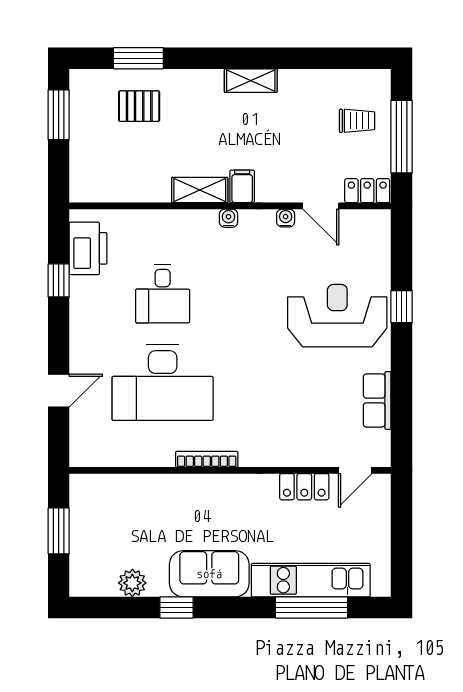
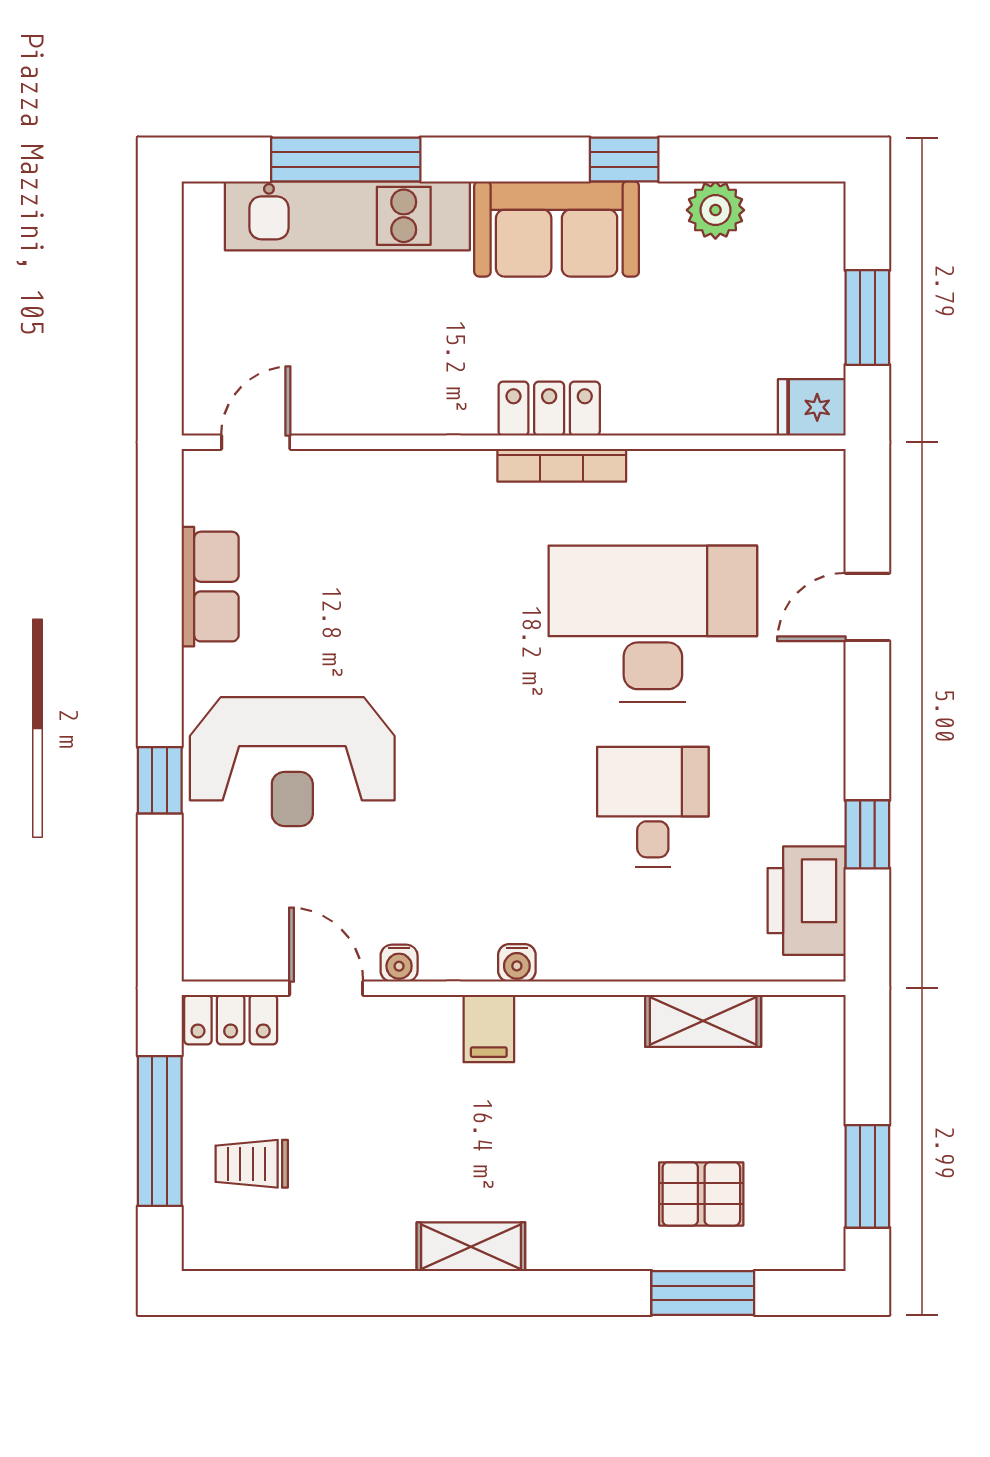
shelving: (200, 190) -> (703, 1021), moved
fridge: (86, 487) -> (812, 407), added
locker: (304, 487) -> (549, 409), moved

